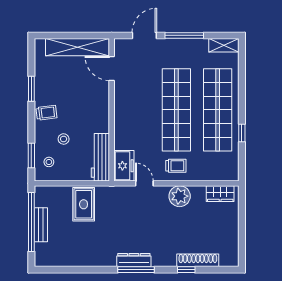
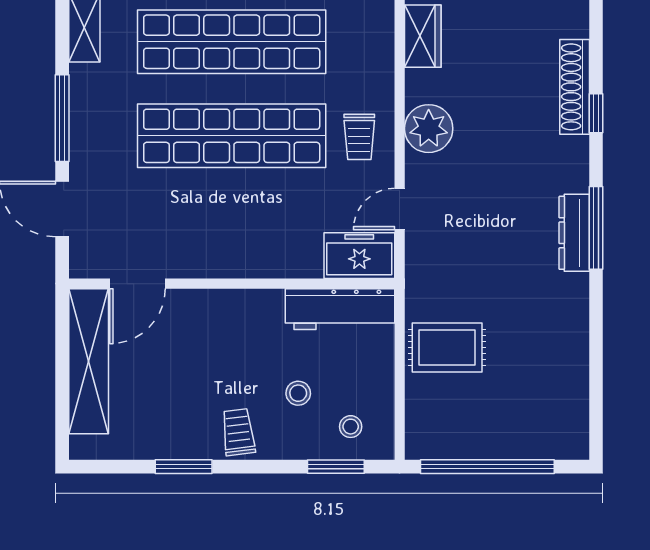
trolley: (176, 166) -> (359, 137), turned 180
bench: (41, 225) -> (494, 445), removed

